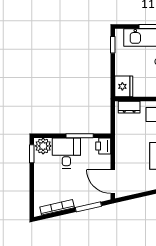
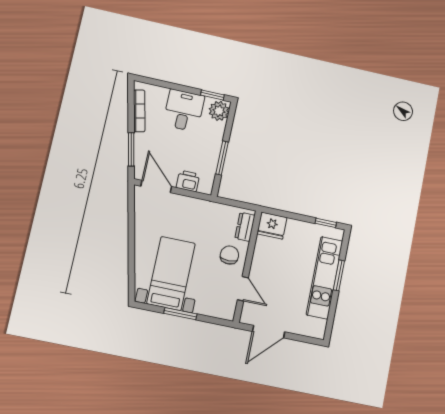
printer: (103, 146) -> (188, 181), moved
desk: (66, 153) -> (184, 110), moved, turned -90
door: (113, 182) -> (156, 186), hinge flipped

